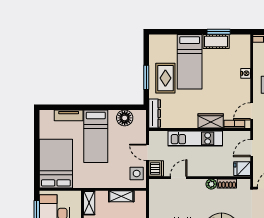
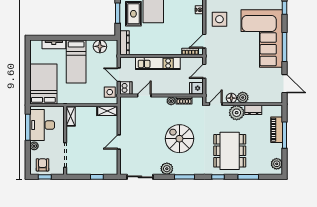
wardrobe: (211, 121) -> (171, 49), removed
shelving: (121, 196) -> (107, 111), moved

